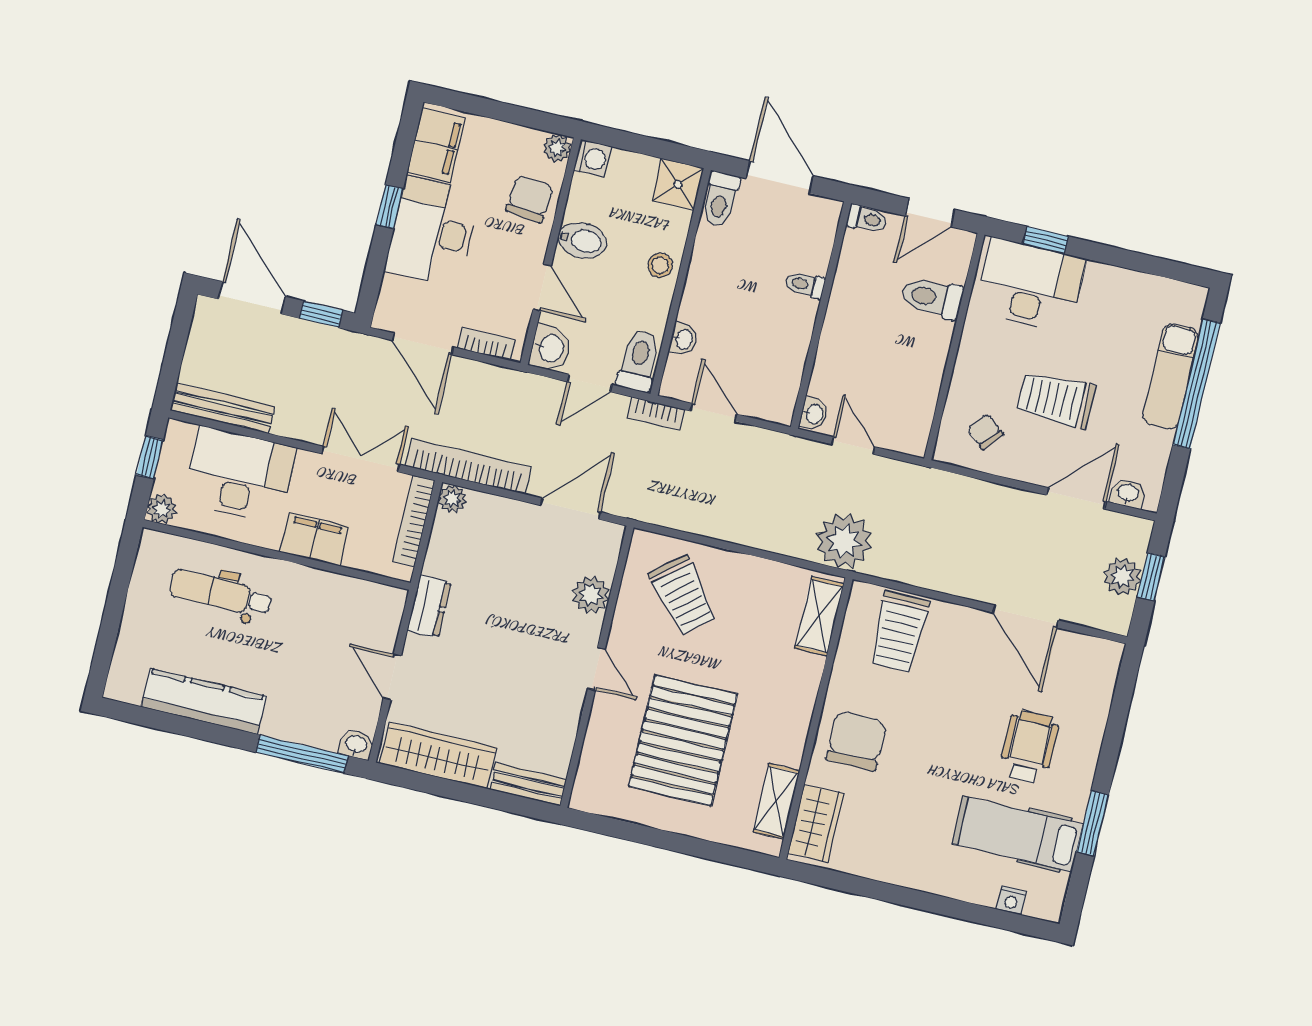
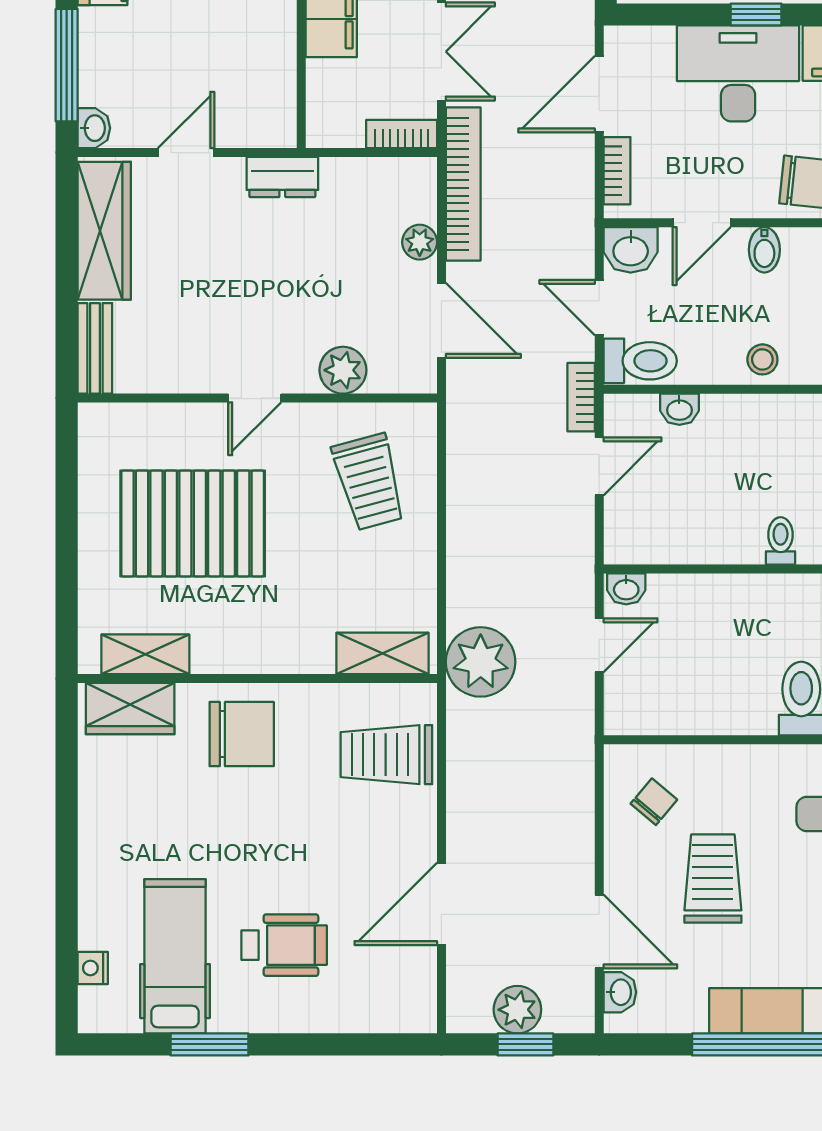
bidet: (582, 240) -> (764, 250), width x0.72, depth x0.74
plant: (452, 499) -> (420, 242), moved
bookcase: (414, 521) -> (402, 134), width x0.64
trolley: (683, 595) -> (369, 482), turned -65

